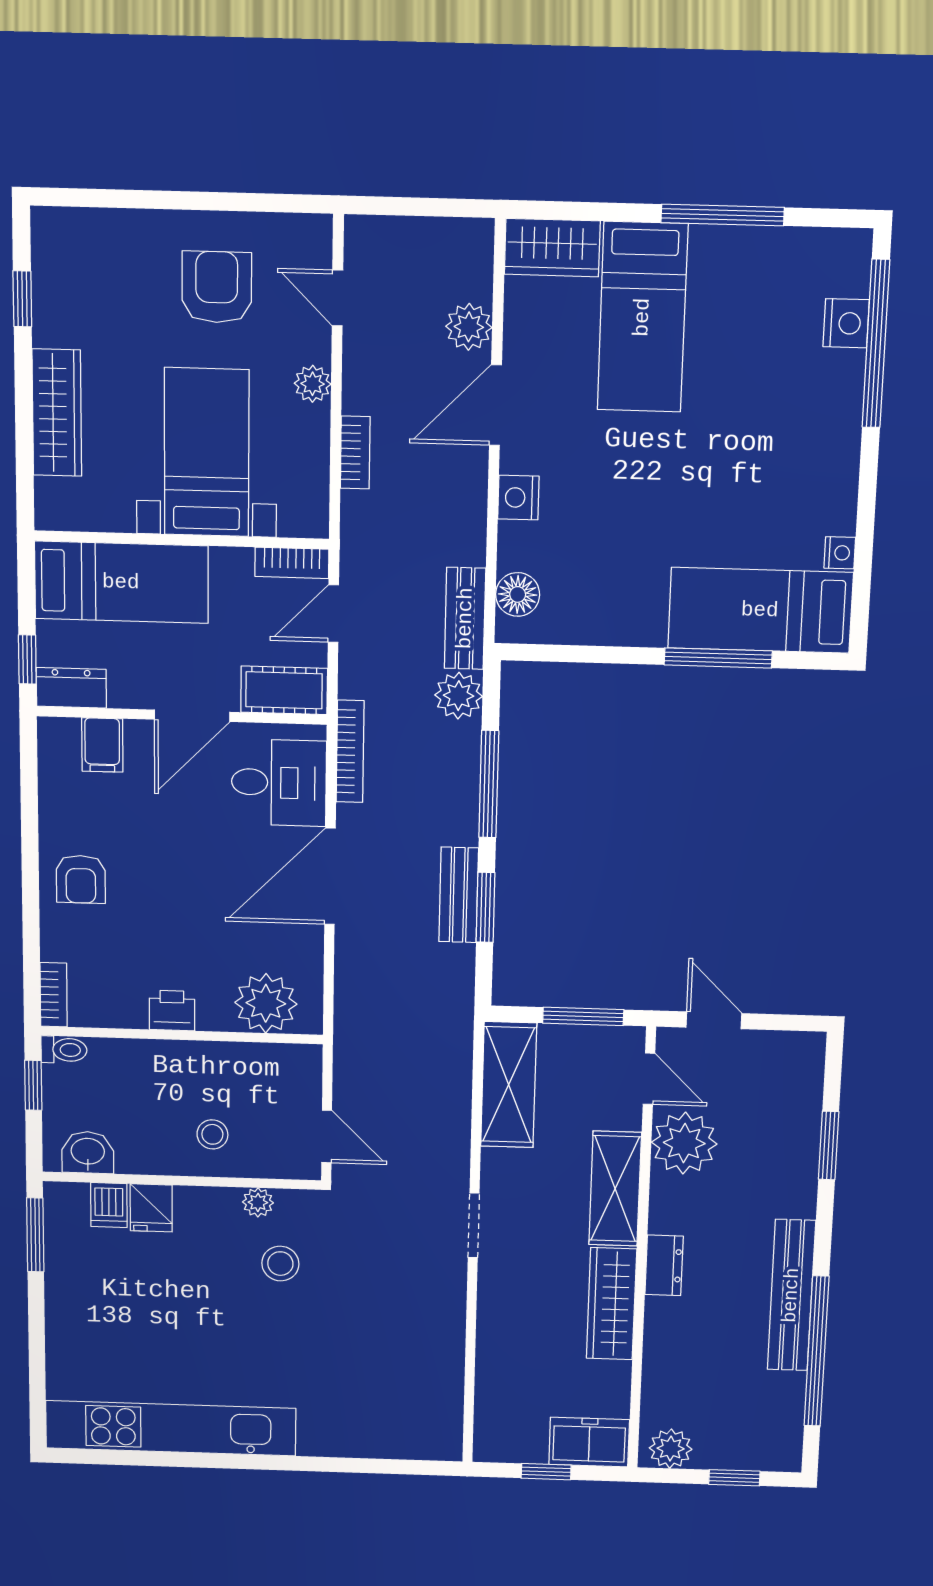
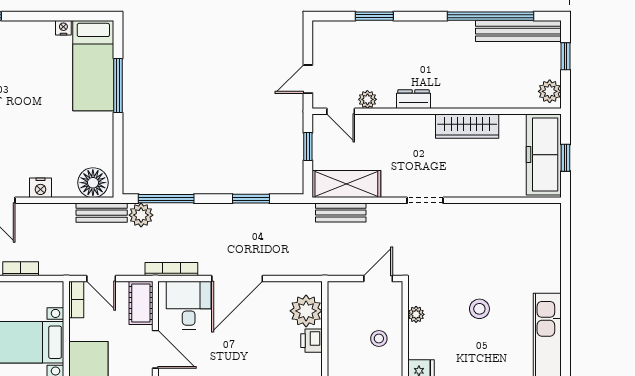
floor lamp: (518, 594) -> (93, 183), width x1.38, depth x1.38
window: (489, 784) -> (166, 199), moved
door: (330, 876) -> (237, 279), hinge flipped
bench: (459, 895) -> (341, 213), moved
printer: (172, 1011) -> (312, 341), moved
window: (583, 1016) -> (308, 147), width x0.67
door: (649, 1079) -> (341, 111), swing flipped
plant: (684, 1143) -> (367, 99), width x0.53, depth x0.53
shelving: (615, 1189) -> (402, 127), removed
stool: (280, 1264) -> (479, 309), moved
dresser: (664, 1265) -> (413, 99), moved
bench: (791, 1295) -> (518, 31), moved
freezer: (589, 1442) -> (544, 155), width x1.91, depth x1.26

